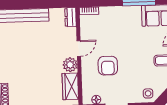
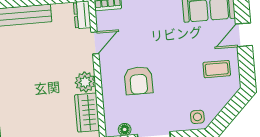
door: (79, 48) -> (95, 43), moved

